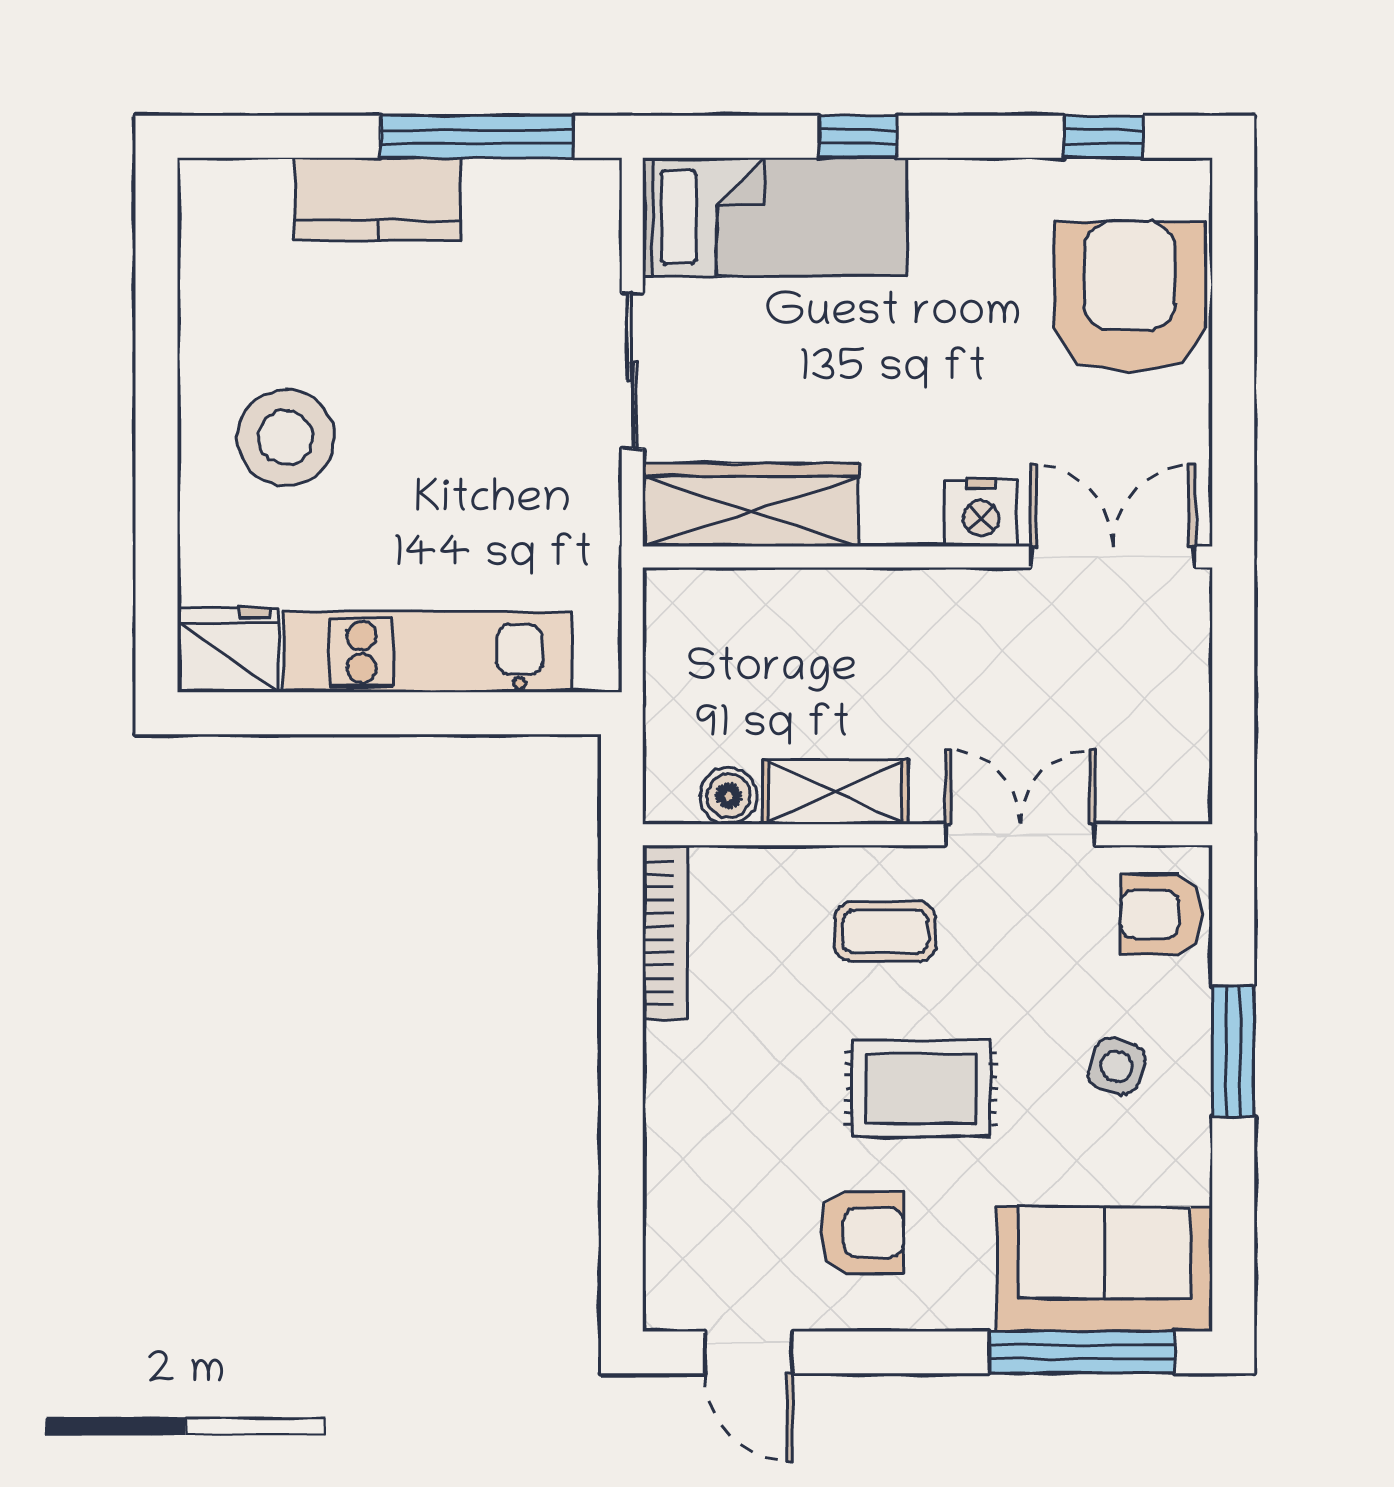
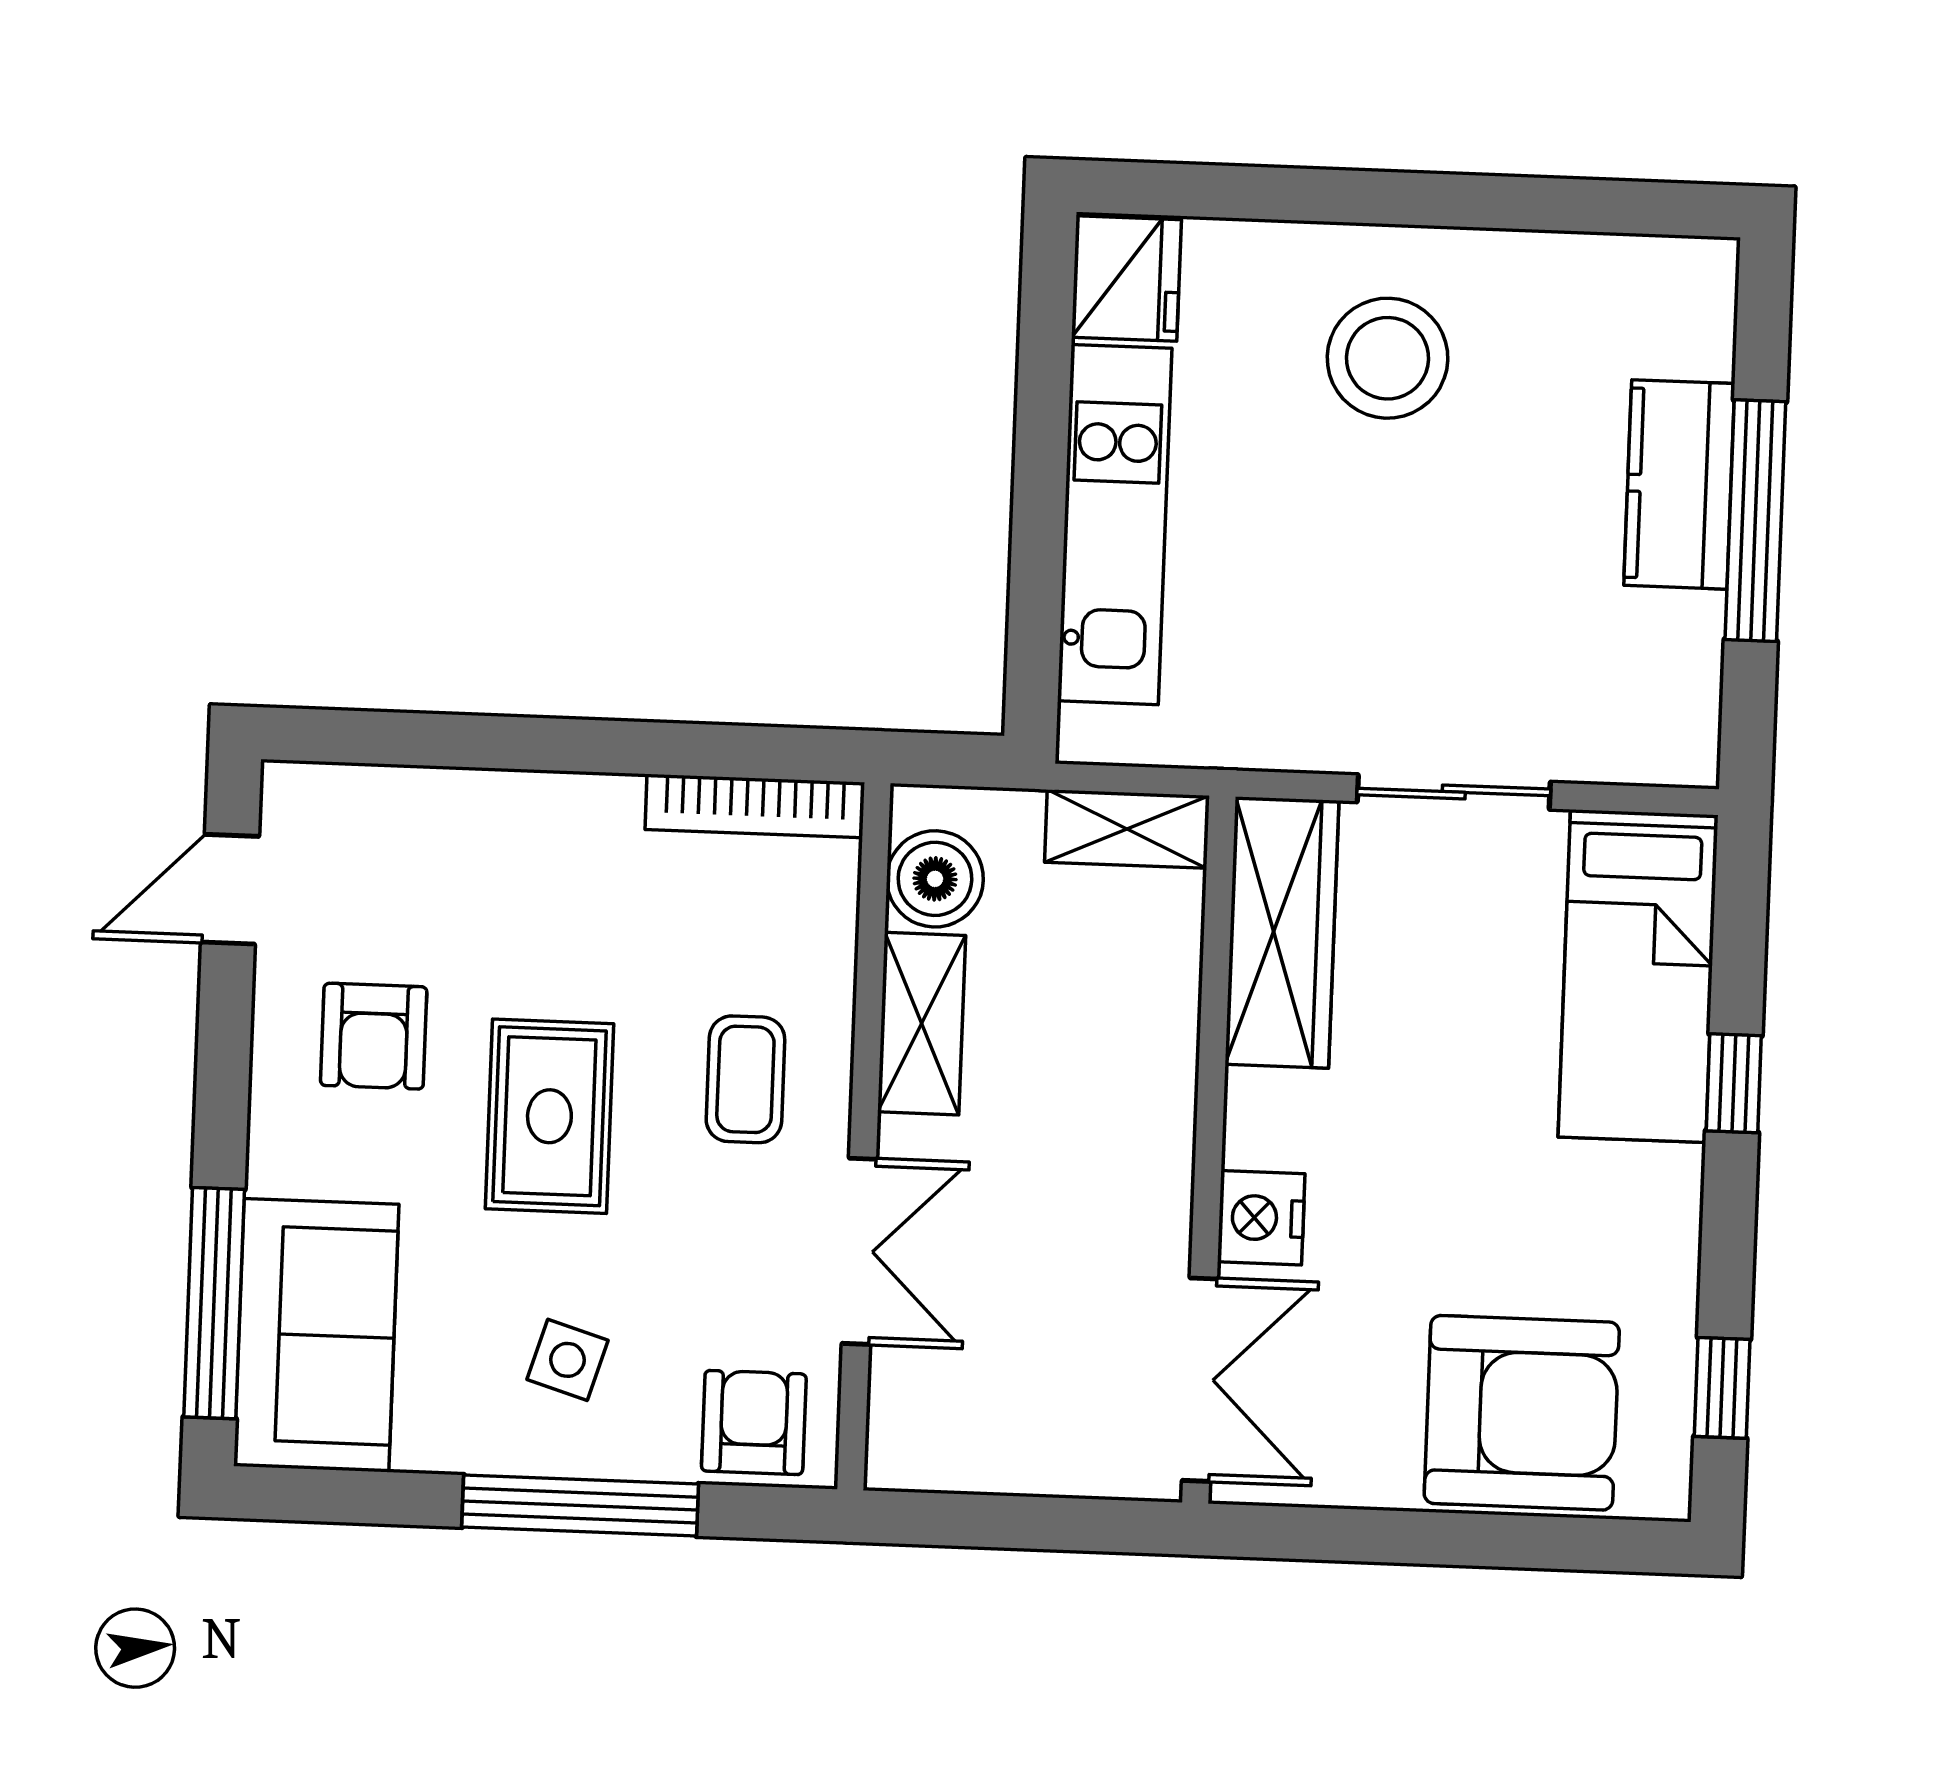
window: (477, 137) -> (1755, 521), moved
shelving: (672, 633) -> (1127, 829), added
boiler: (729, 796) -> (935, 879), width x1.36, depth x1.36
window: (1233, 1052) -> (580, 1505), width x1.44

